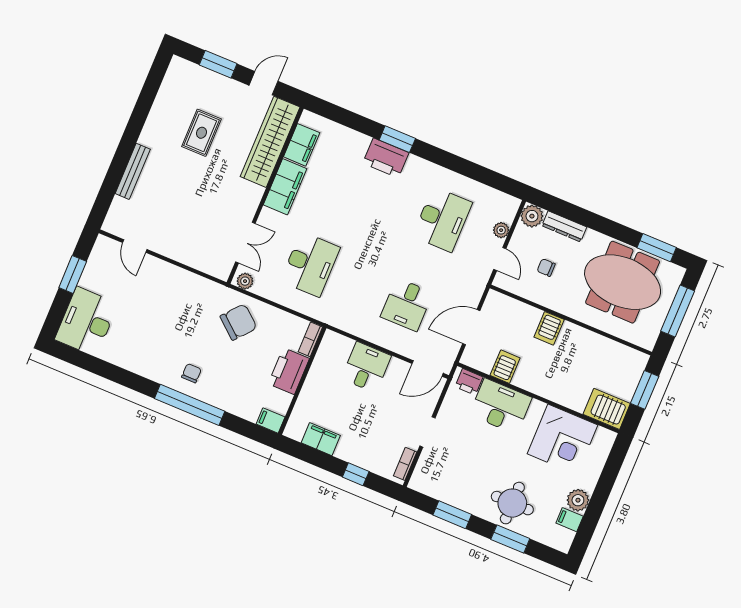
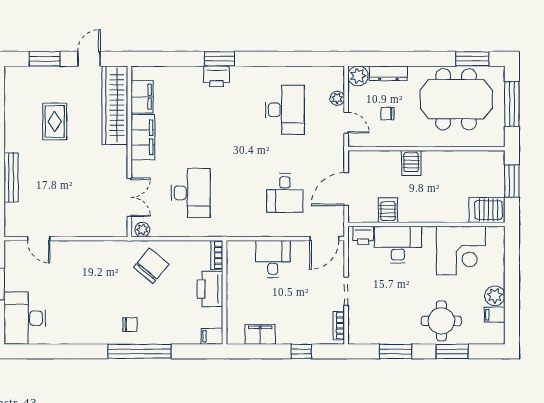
printer: (386, 158) -> (216, 76), width x0.73, depth x0.84
chair: (191, 373) -> (130, 325), turned 90

